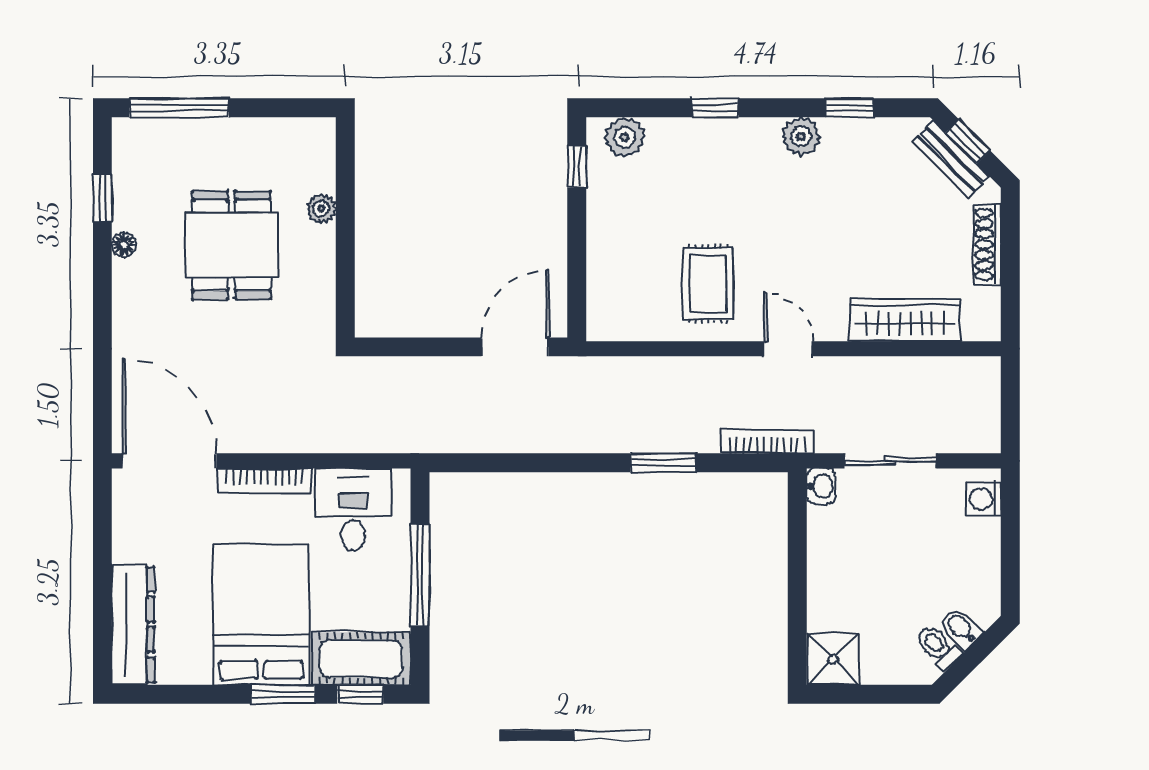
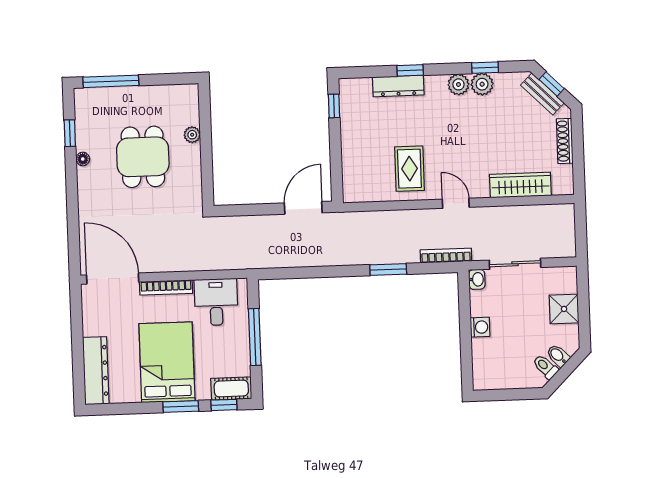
dresser: (693, 135) -> (398, 86), added
plant: (624, 137) -> (482, 84), moved
washing machine: (984, 499) -> (480, 327), moved, turned 180
cot: (361, 659) -> (231, 389), width x0.73, depth x0.75
shower: (833, 659) -> (564, 309), moved

